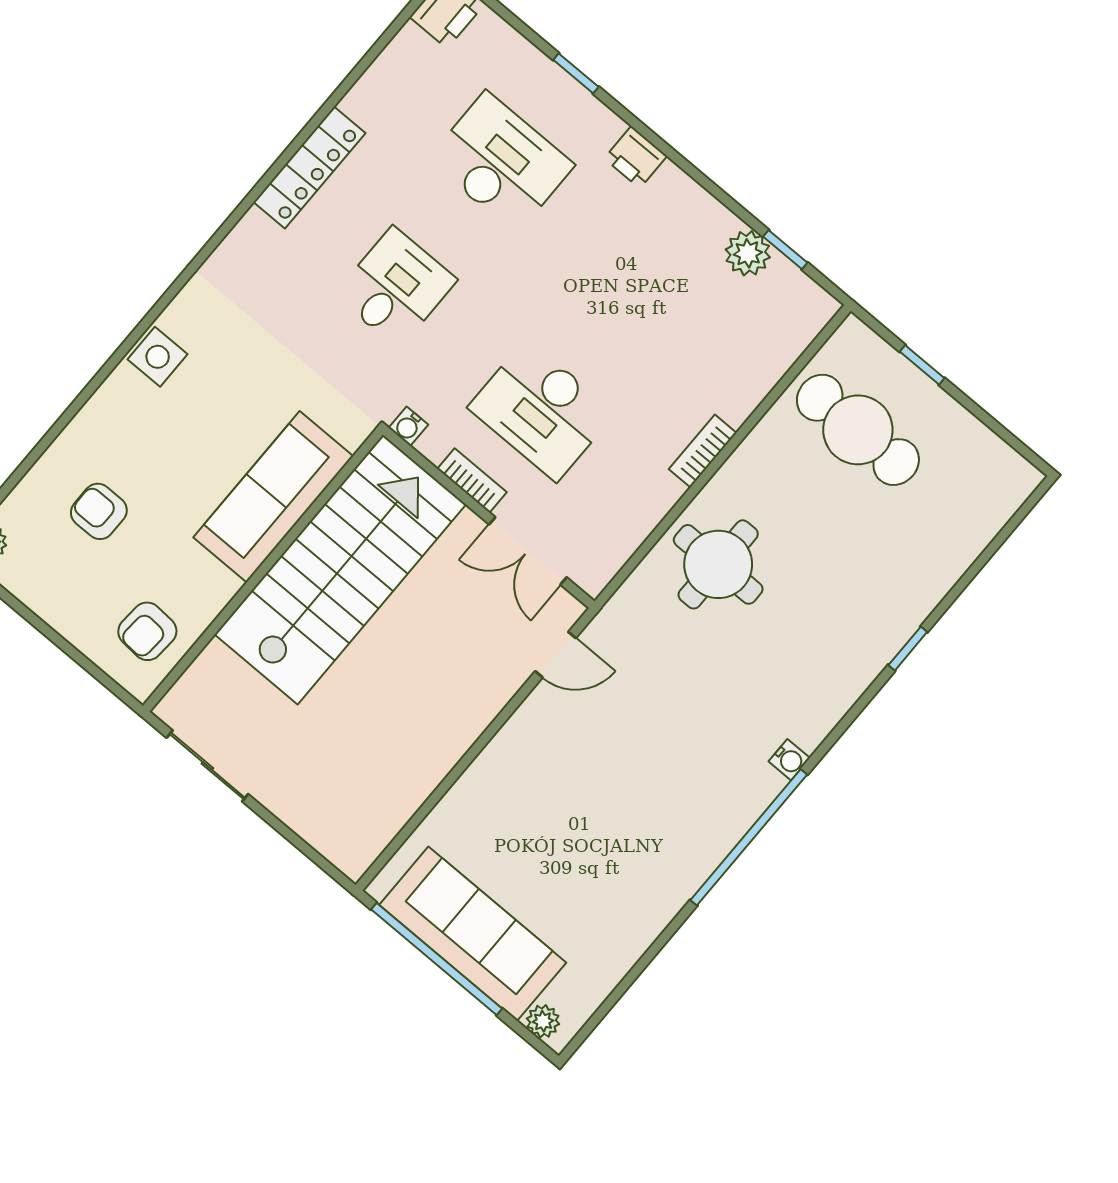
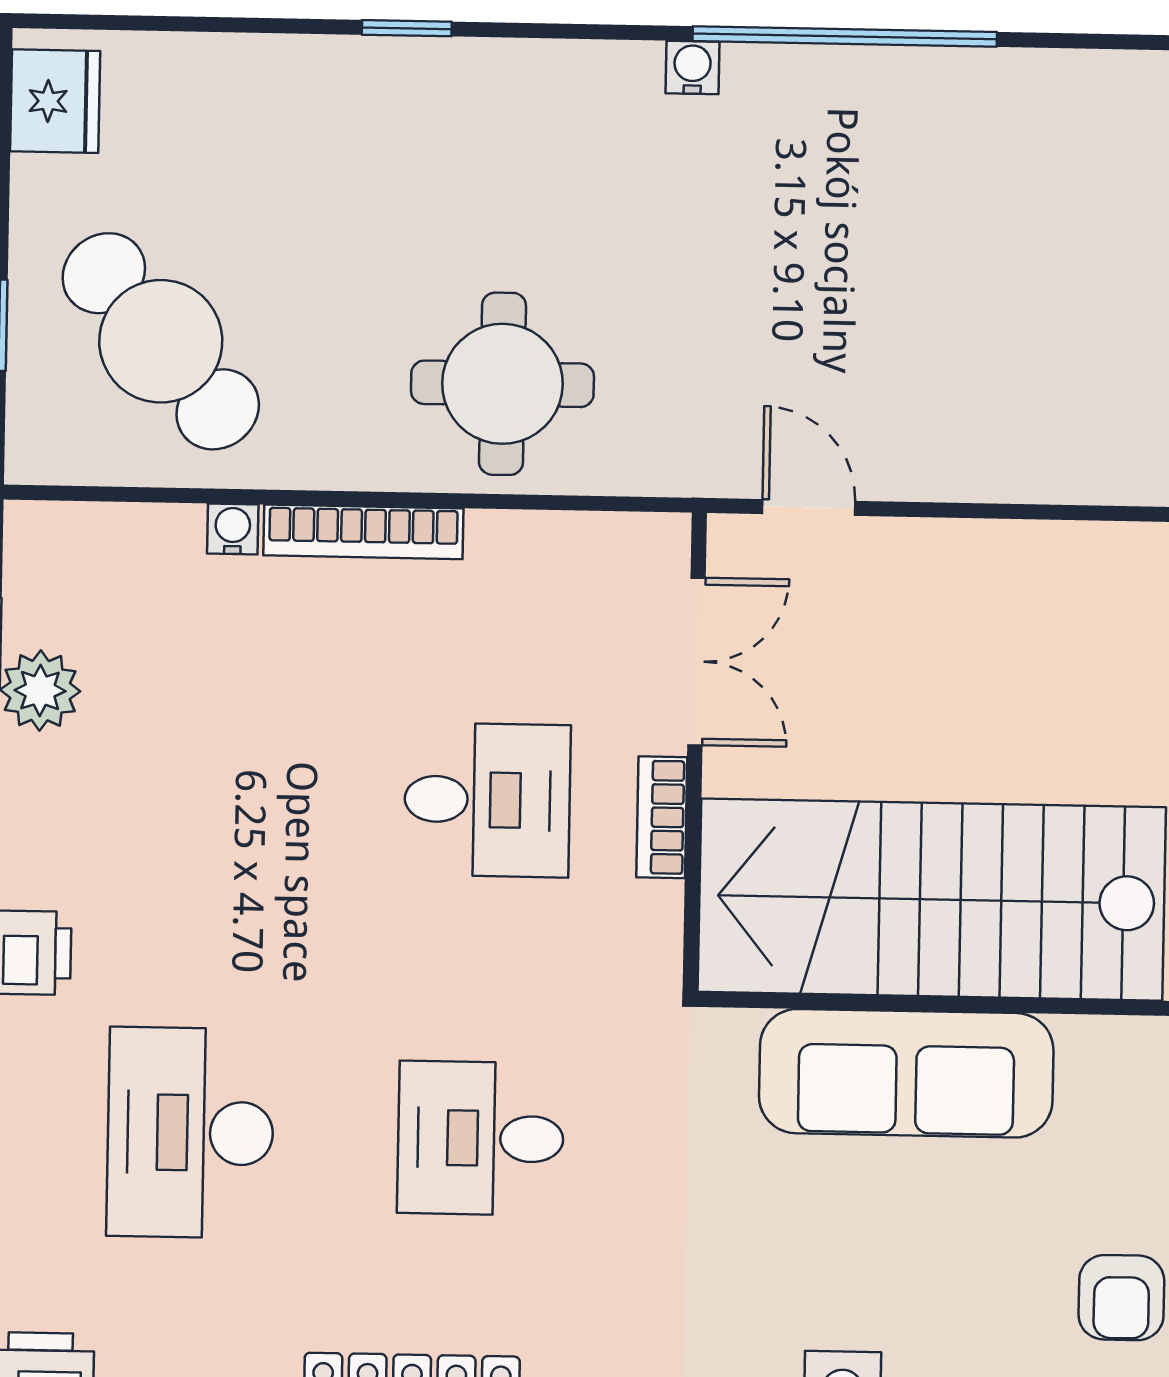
desk: (541, 410) -> (487, 800), width x0.73
water cooler: (408, 426) -> (233, 529), moved, turned -90
cafe table: (858, 430) -> (161, 341), turned -41
bookcase: (703, 451) -> (363, 532), width x1.56
fridge: (1000, 469) -> (55, 101), added

